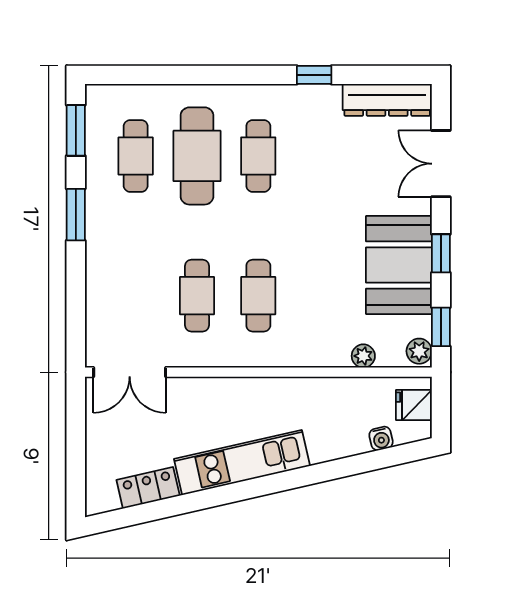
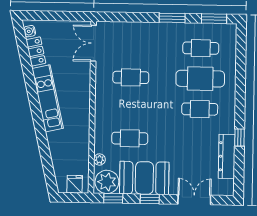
dresser: (387, 100) -> (227, 156), moved
cafe table: (258, 296) -> (130, 138), moved
plant: (419, 351) -> (107, 182), width x1.88, depth x1.88
water cooler: (381, 438) -> (30, 31), moved

